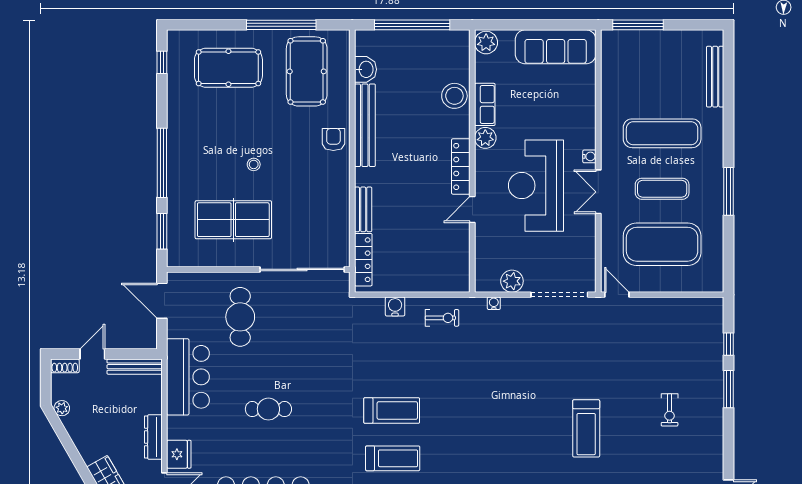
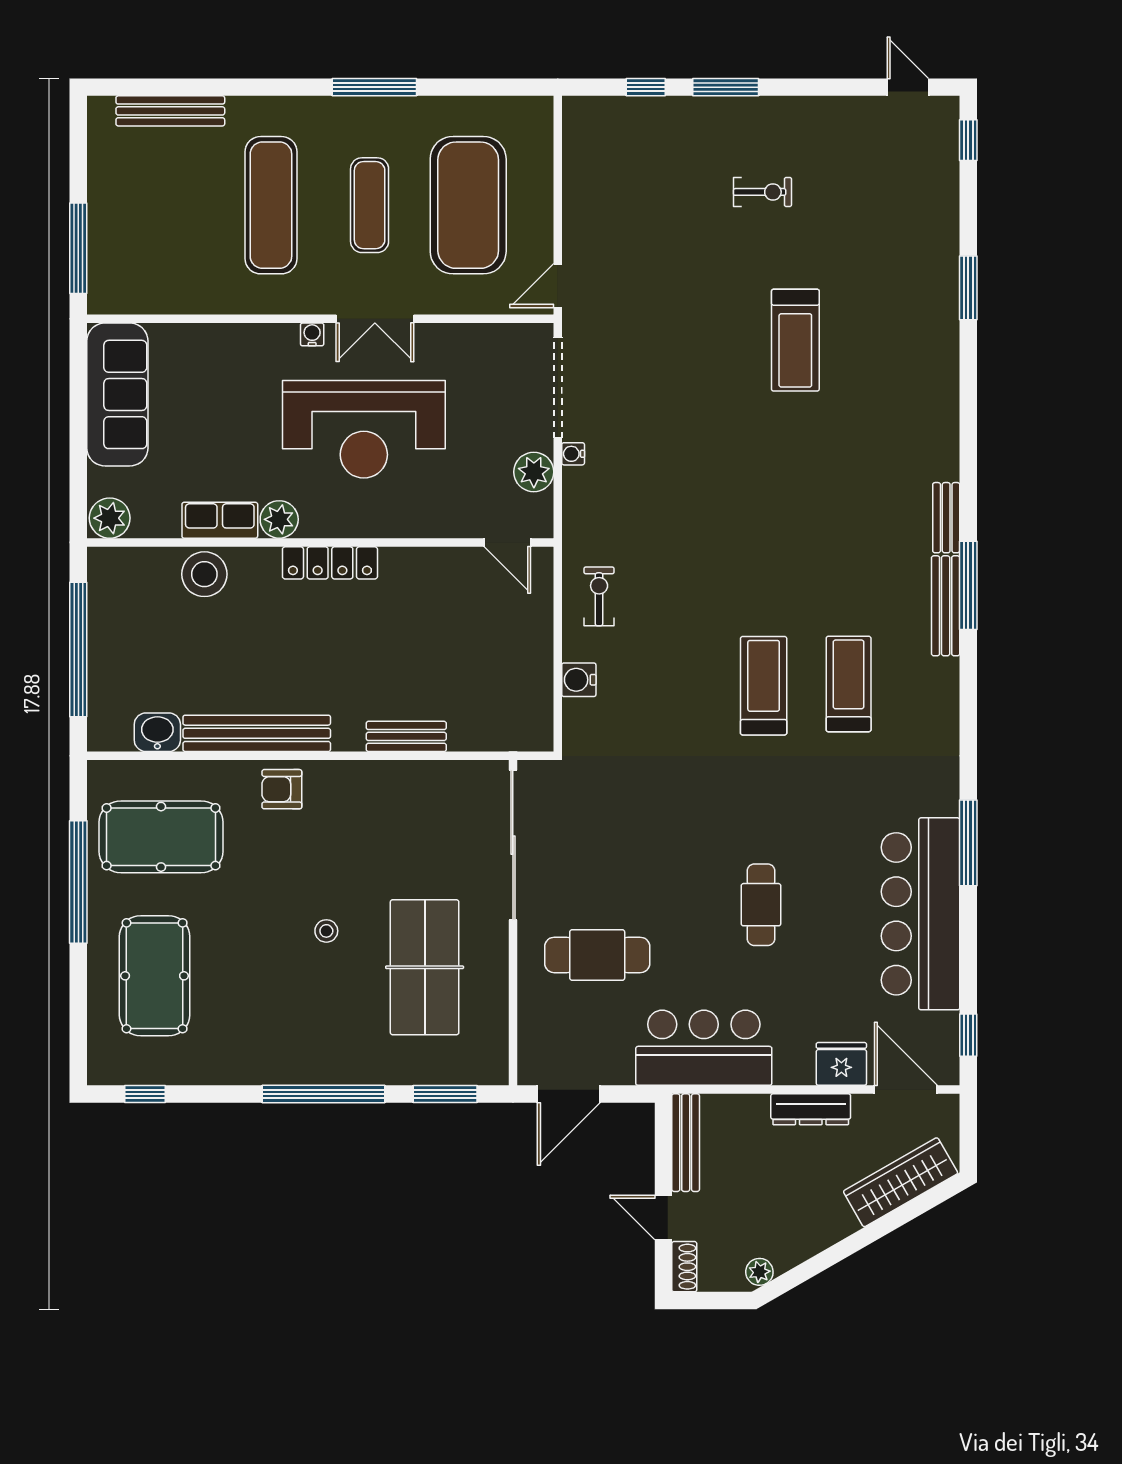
door: (472, 209) -> (507, 542), moved
locker: (363, 260) -> (496, 736), removed
water cooler: (494, 303) -> (573, 454), moved
treadmill: (586, 428) -> (795, 340), turned 90

